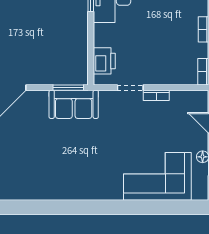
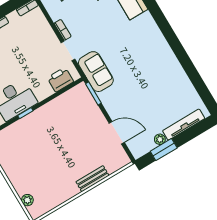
sofa: (74, 104) -> (96, 72), moved

